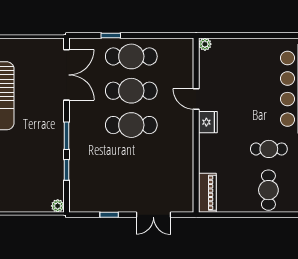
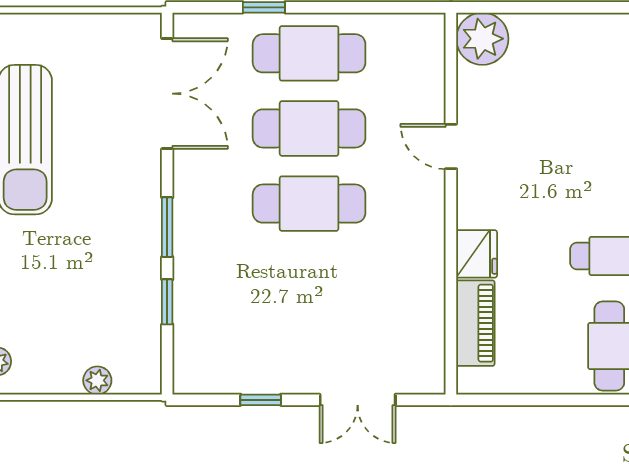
plant: (205, 44) -> (482, 39), width x1.87, depth x1.87
fridge: (208, 122) -> (477, 254), moved
piano: (207, 193) -> (475, 323), moved
plant: (58, 206) -> (97, 380), moved

